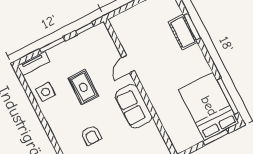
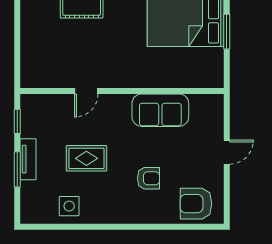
tv unit: (34, 64) -> (28, 159), moved
door: (128, 64) -> (86, 91), hinge flipped
sofa: (134, 106) -> (160, 110), moved

